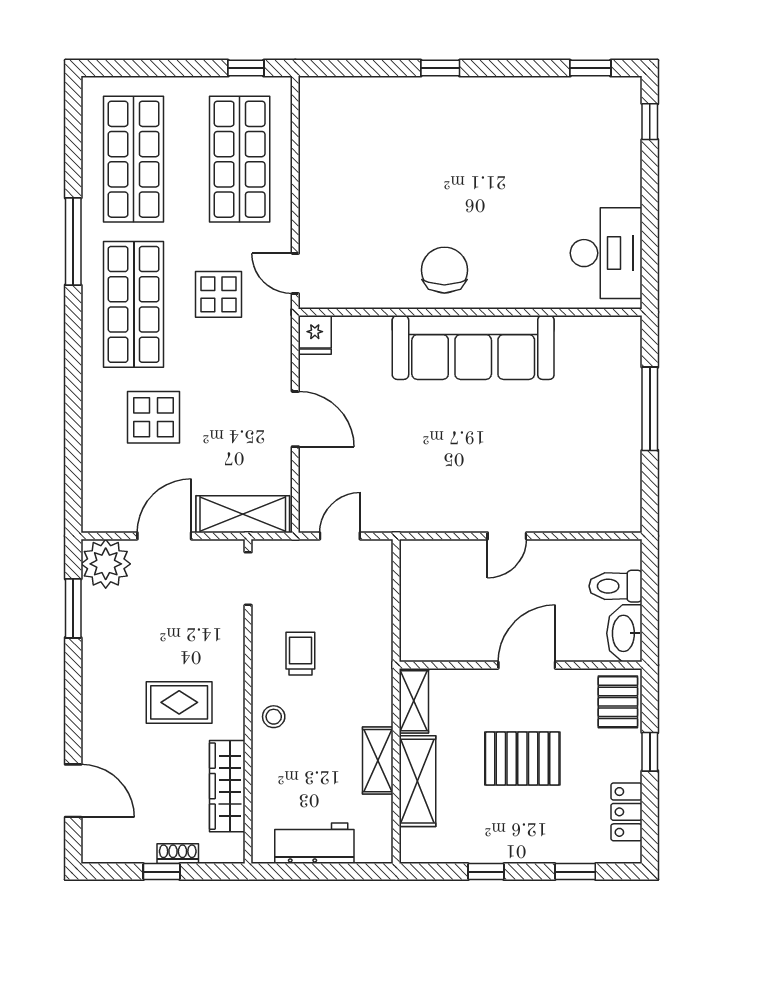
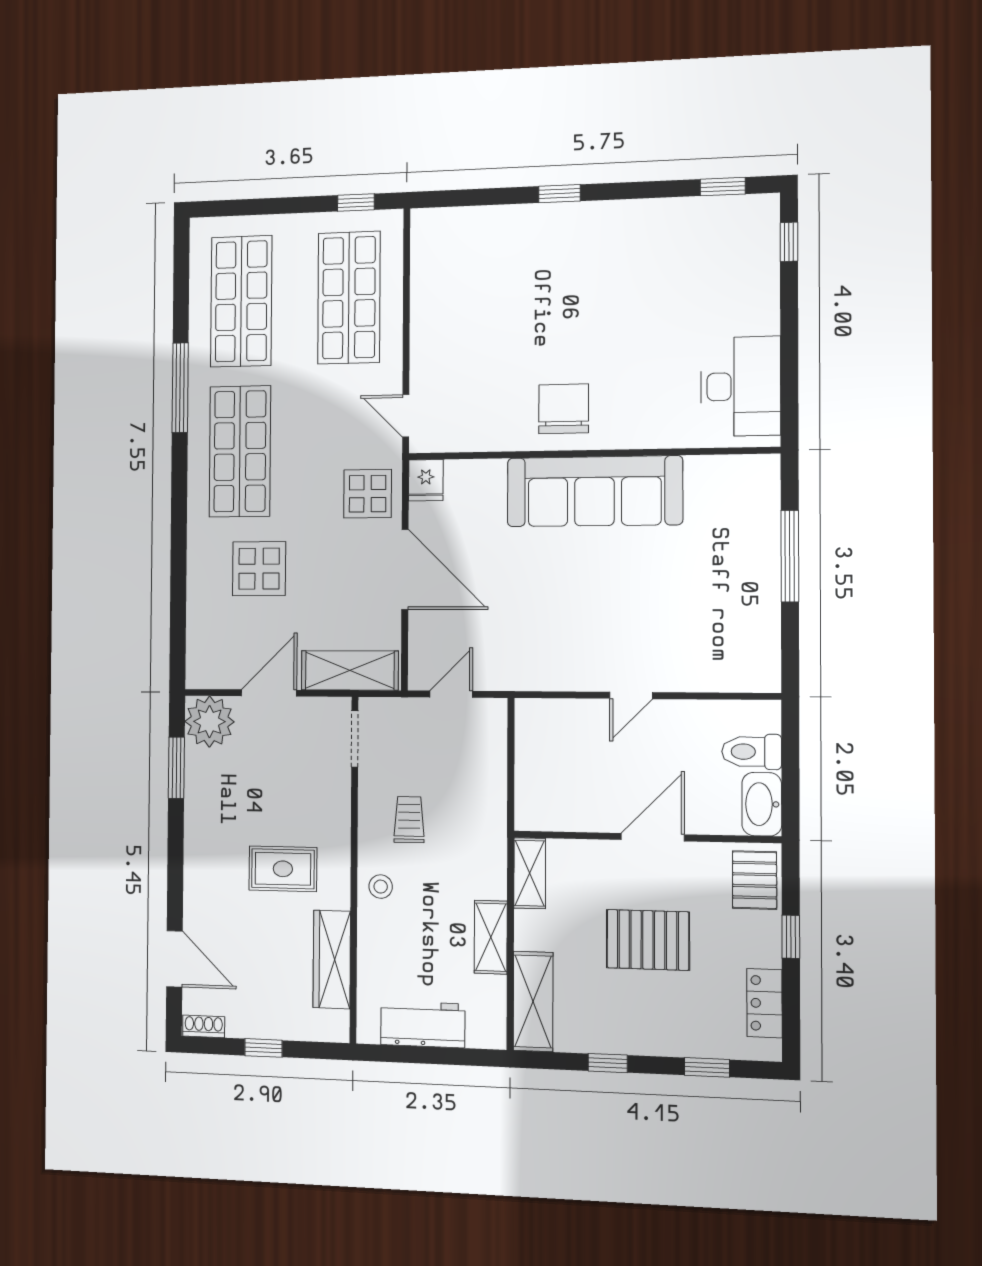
display table: (218, 294) -> (368, 494), moved
door: (295, 419) -> (405, 570), width x1.36
shelving: (417, 781) -> (533, 1001), moved
shoe rack: (178, 854) -> (204, 1026), moved

